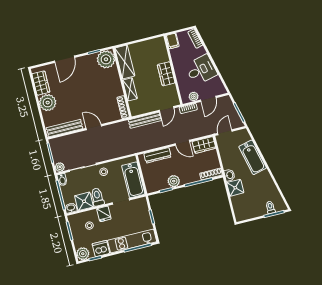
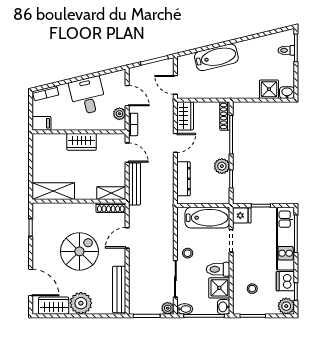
door: (65, 59) -> (31, 283), moved
plant: (106, 59) -> (44, 214), removed
shelving: (130, 89) -> (111, 193), moved
spiral stairs: (85, 92) -> (79, 251), added
door: (94, 127) -> (127, 238), moved
washbasin: (229, 175) -> (287, 93), moved
shower: (235, 188) -> (269, 89), moved
fridge: (104, 214) -> (242, 215), moved

